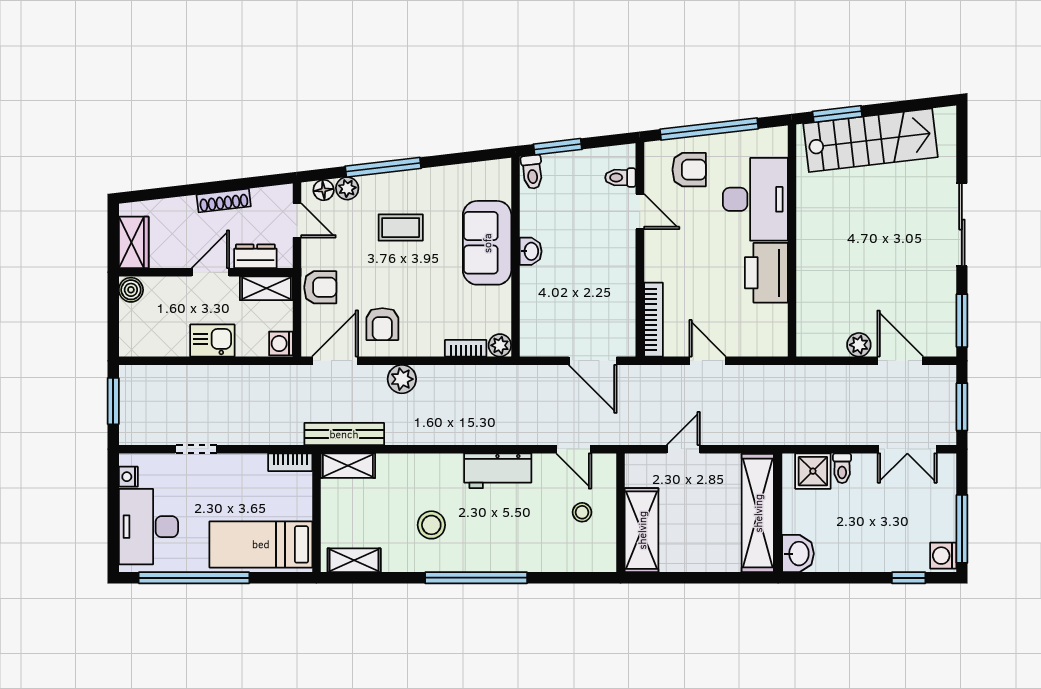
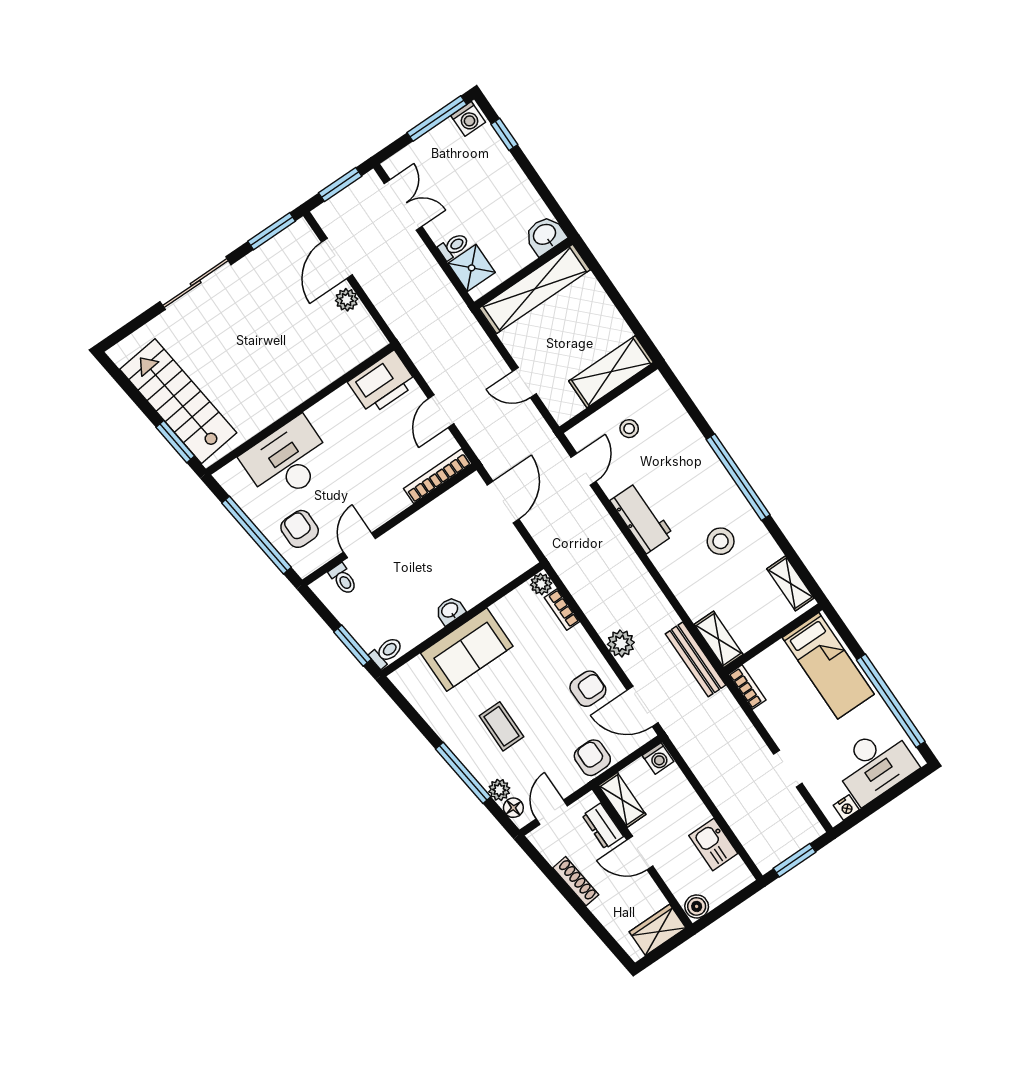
printer: (766, 273) -> (382, 383), moved
kitchen sink: (212, 341) -> (713, 844), moved

